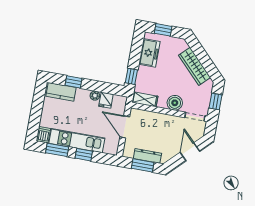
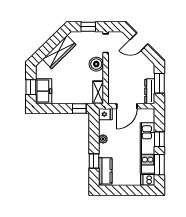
freezer: (149, 53) -> (44, 91), moved, turned 90
fridge: (106, 100) -> (105, 114), moved
dresser: (147, 156) -> (150, 91), moved

